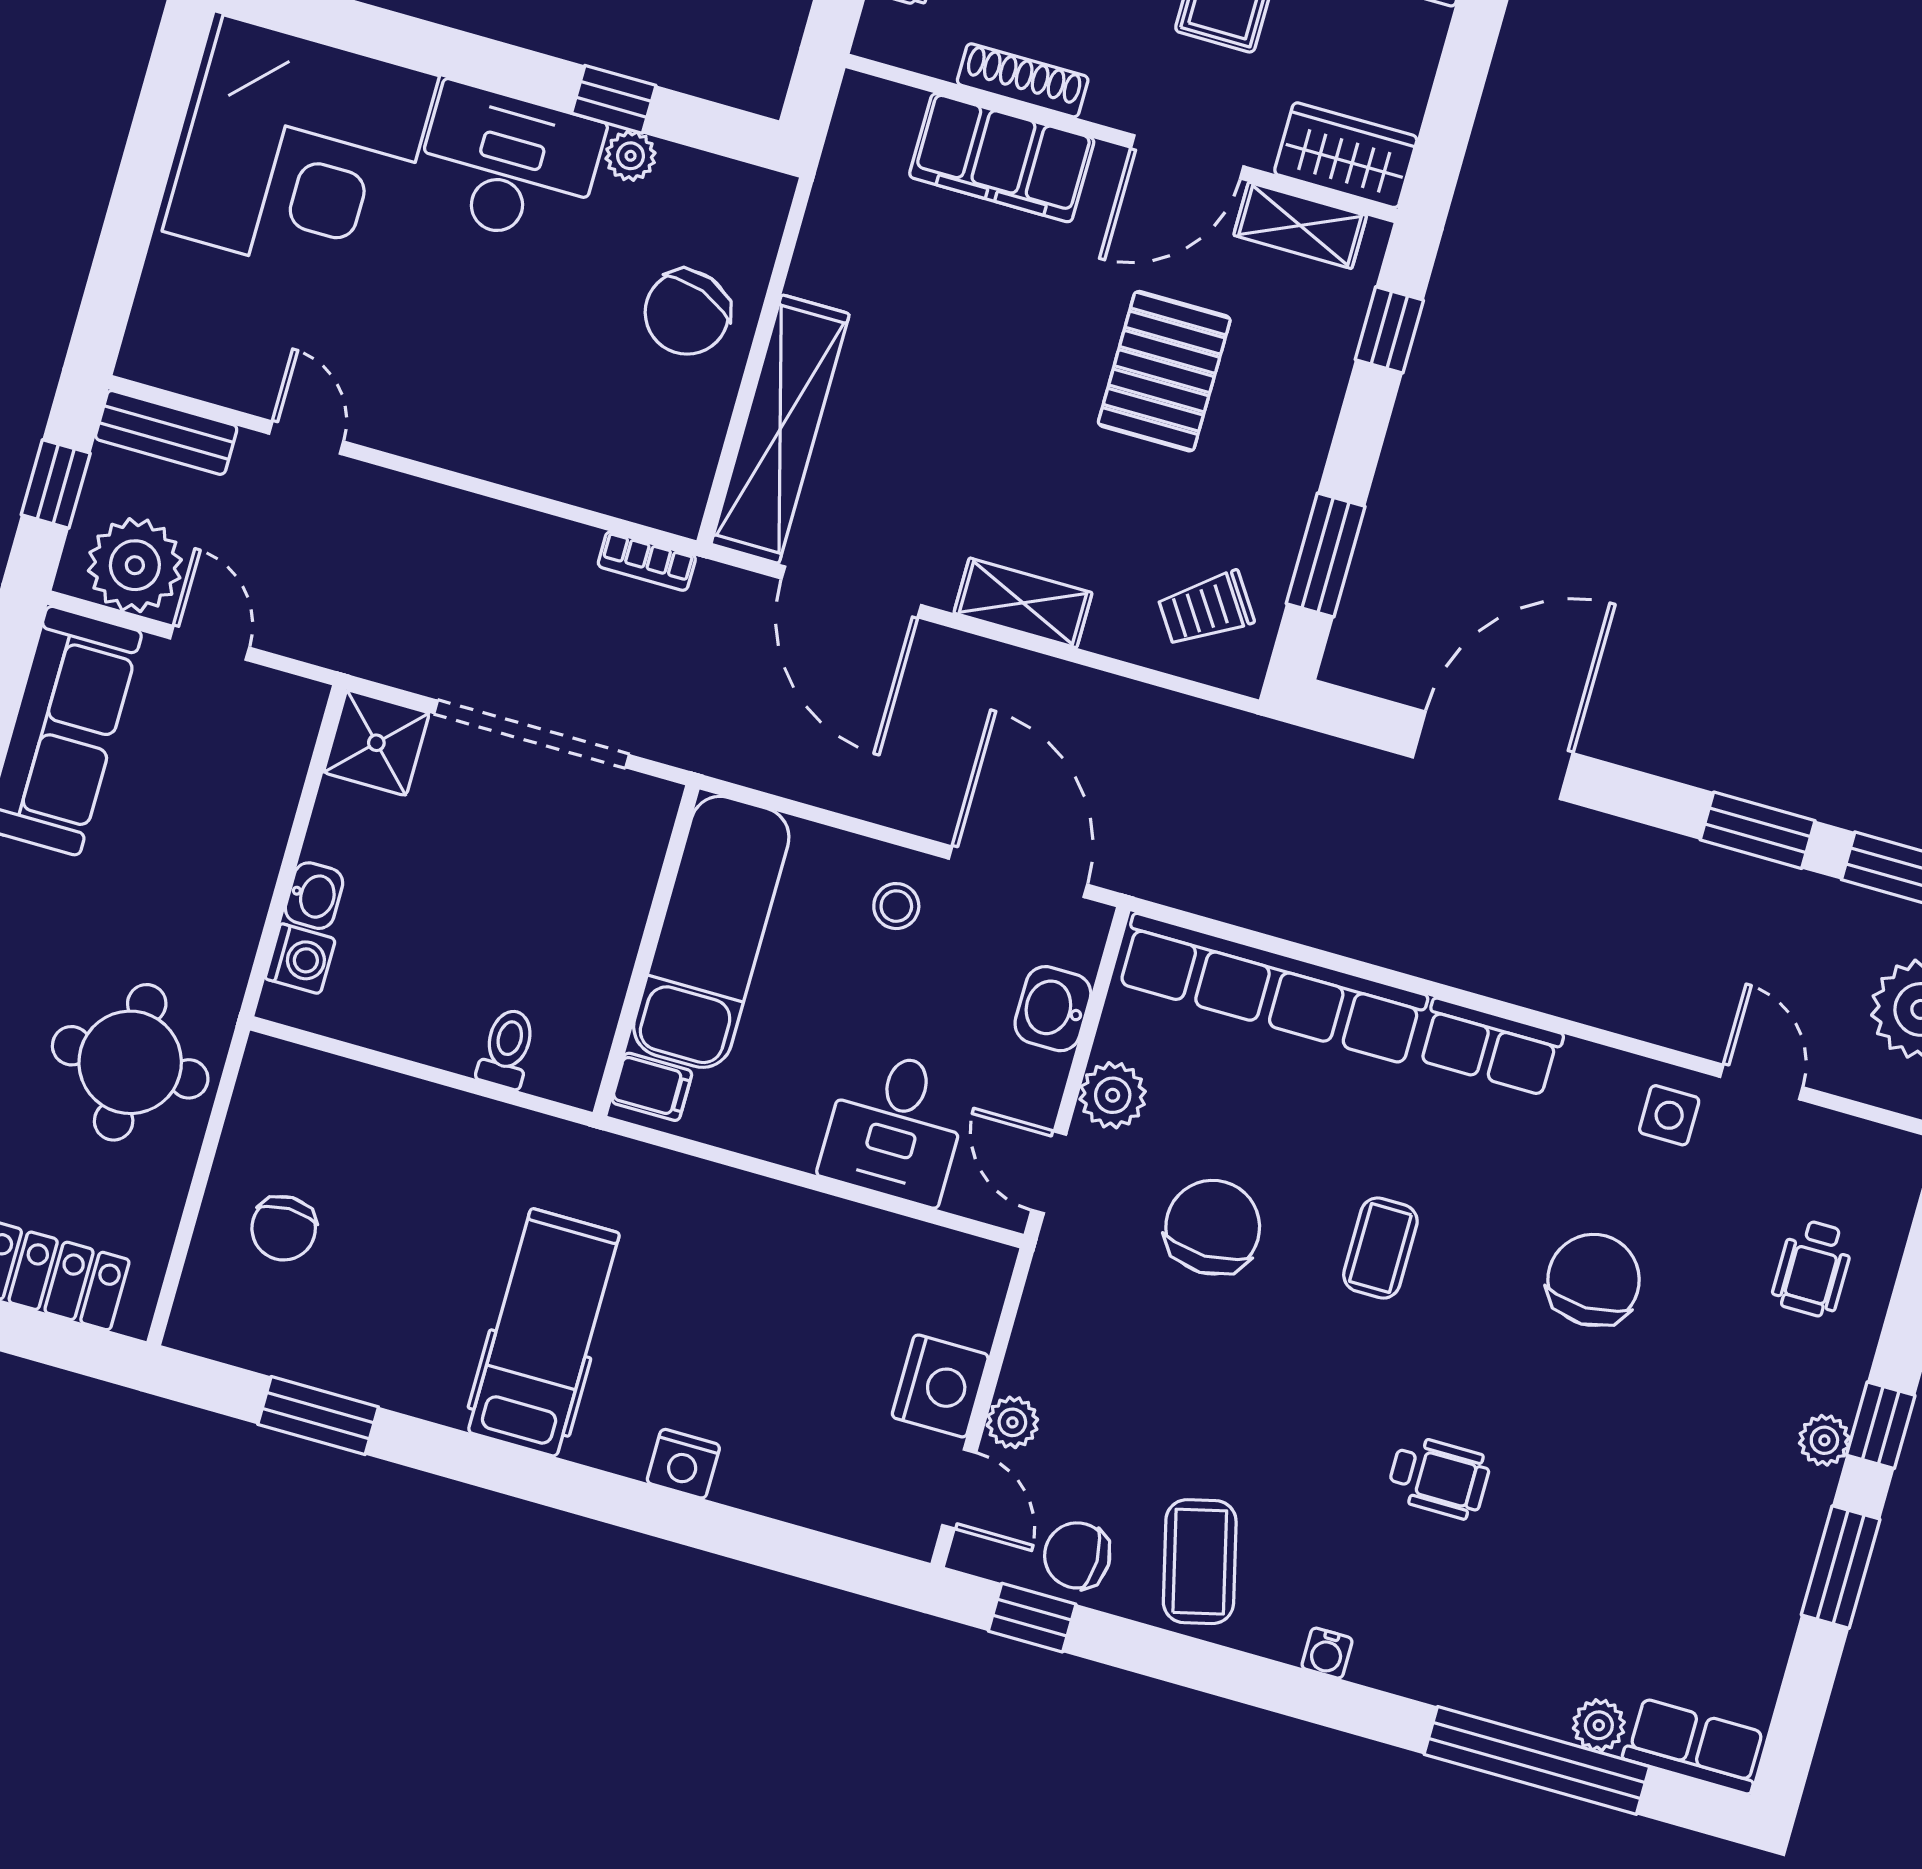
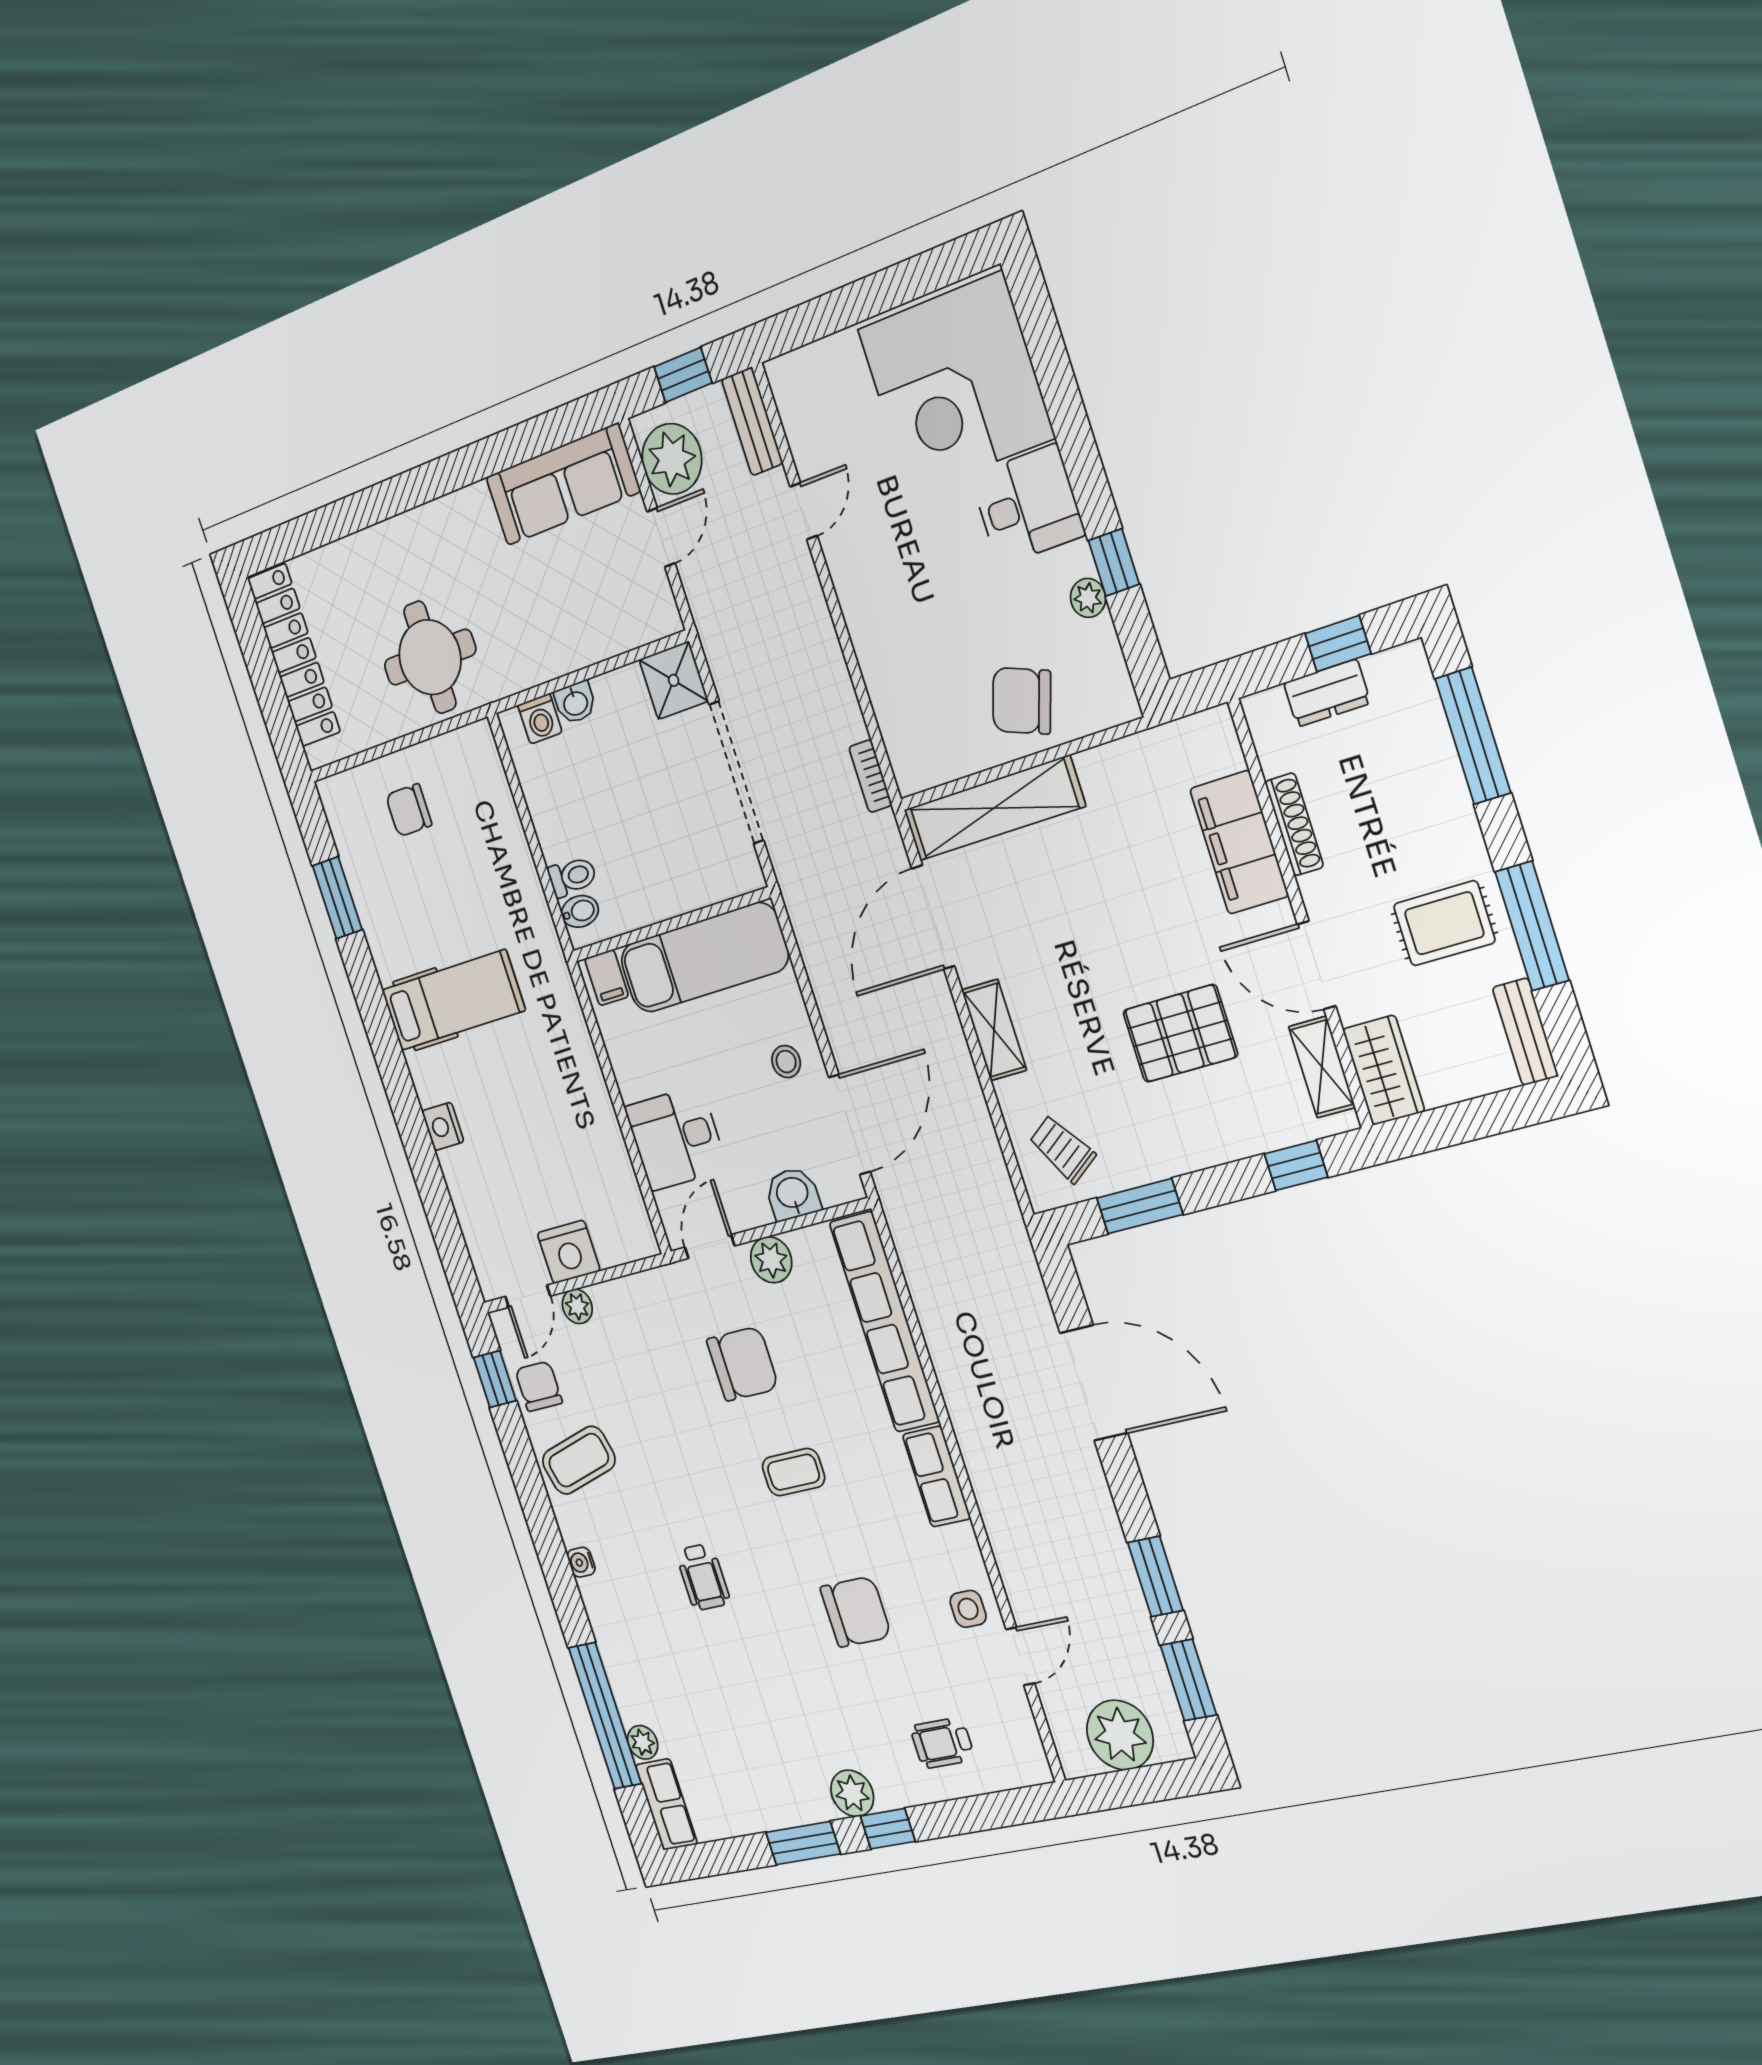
desk: (508, 165) -> (1028, 505), width x0.73
bidet: (553, 1068) -> (580, 911), added
plant: (1824, 1440) -> (852, 1793), width x1.38, depth x1.38

